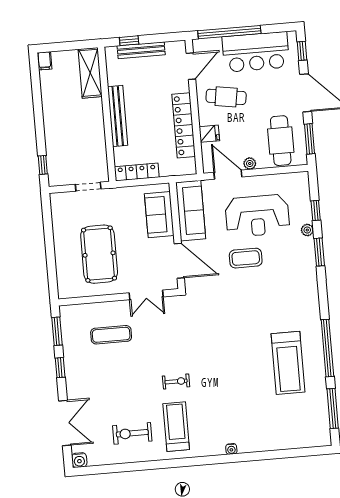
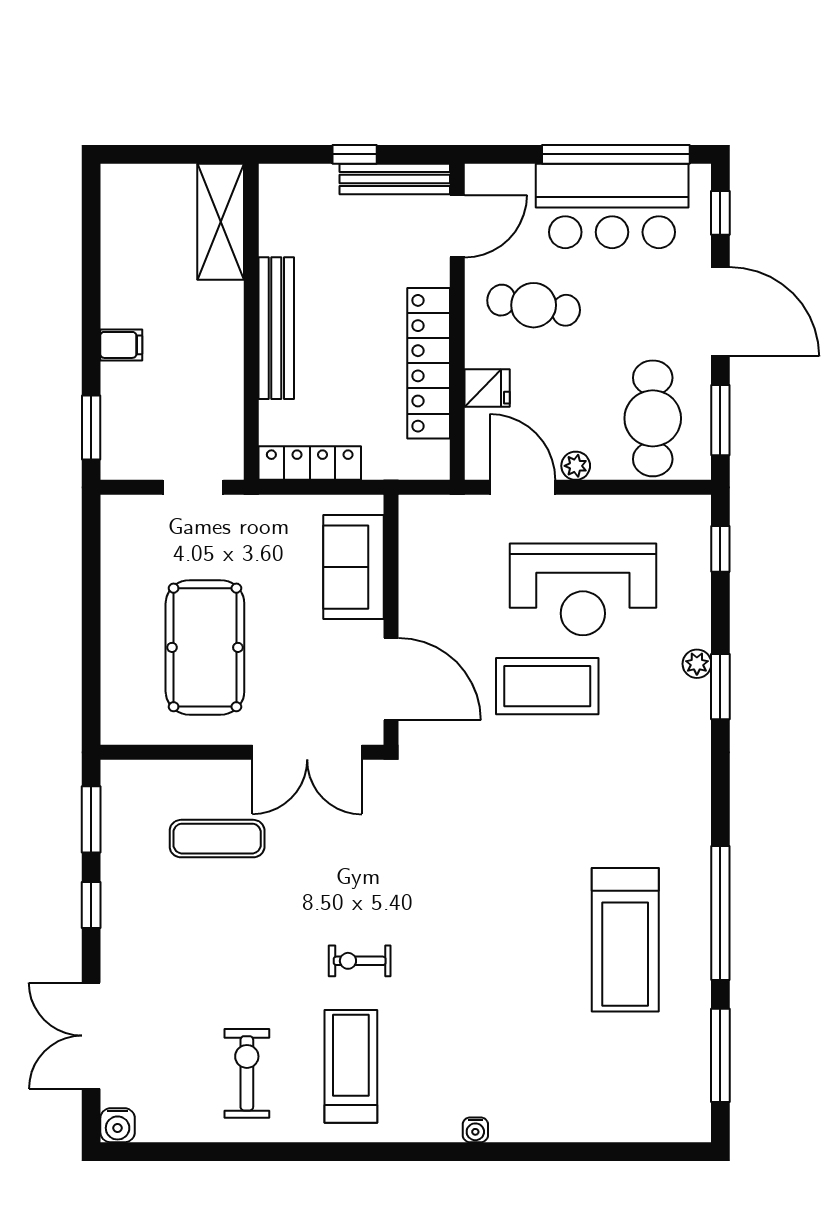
window: (229, 32) -> (616, 154), moved
window: (129, 41) -> (355, 154), moved
bench: (141, 50) -> (395, 179), moved
filing cabinet: (44, 61) -> (121, 345), moved, turned -90
window: (43, 165) -> (91, 428), width x1.50
window: (316, 210) -> (720, 549), moved
sofa: (191, 211) -> (428, 564), removed
plant: (307, 230) -> (697, 664), moved
coffee table: (246, 258) -> (547, 686), width x1.36, depth x1.32
double door: (146, 295) -> (307, 752), width x1.37
exercise bike: (176, 381) -> (360, 961), turned 180
double door: (65, 423) -> (91, 1036), swing flipped
exercise bike: (132, 433) -> (247, 1073), turned 90

